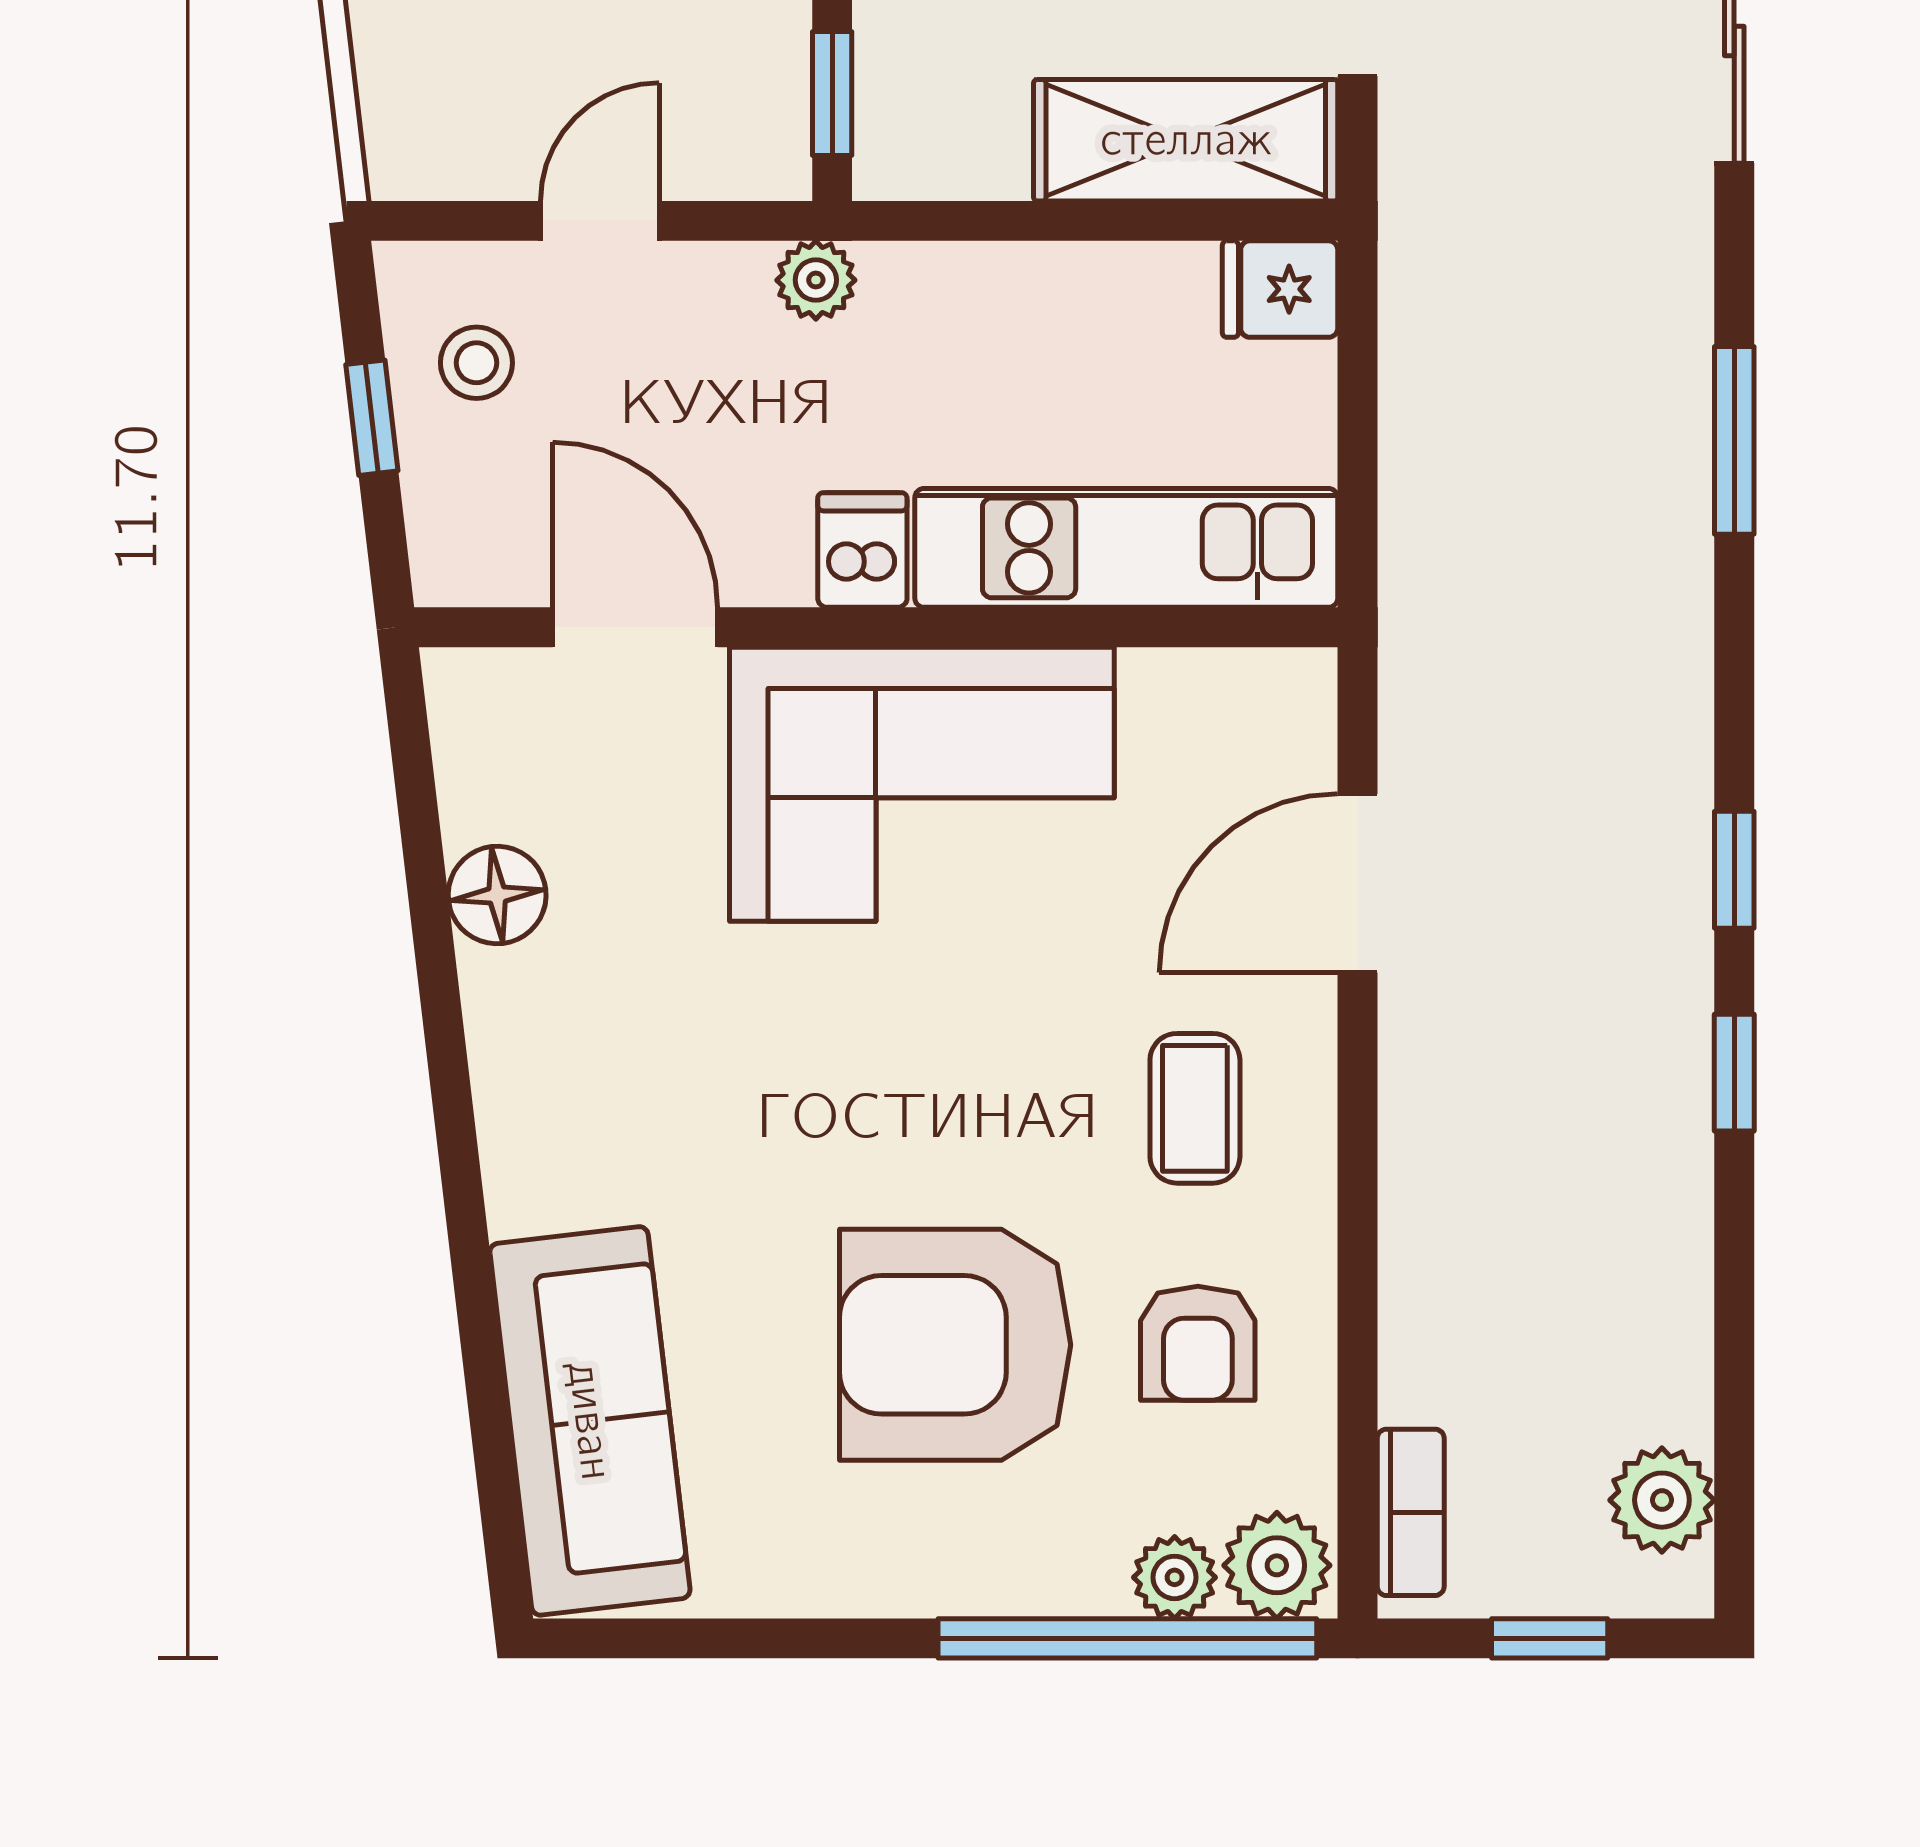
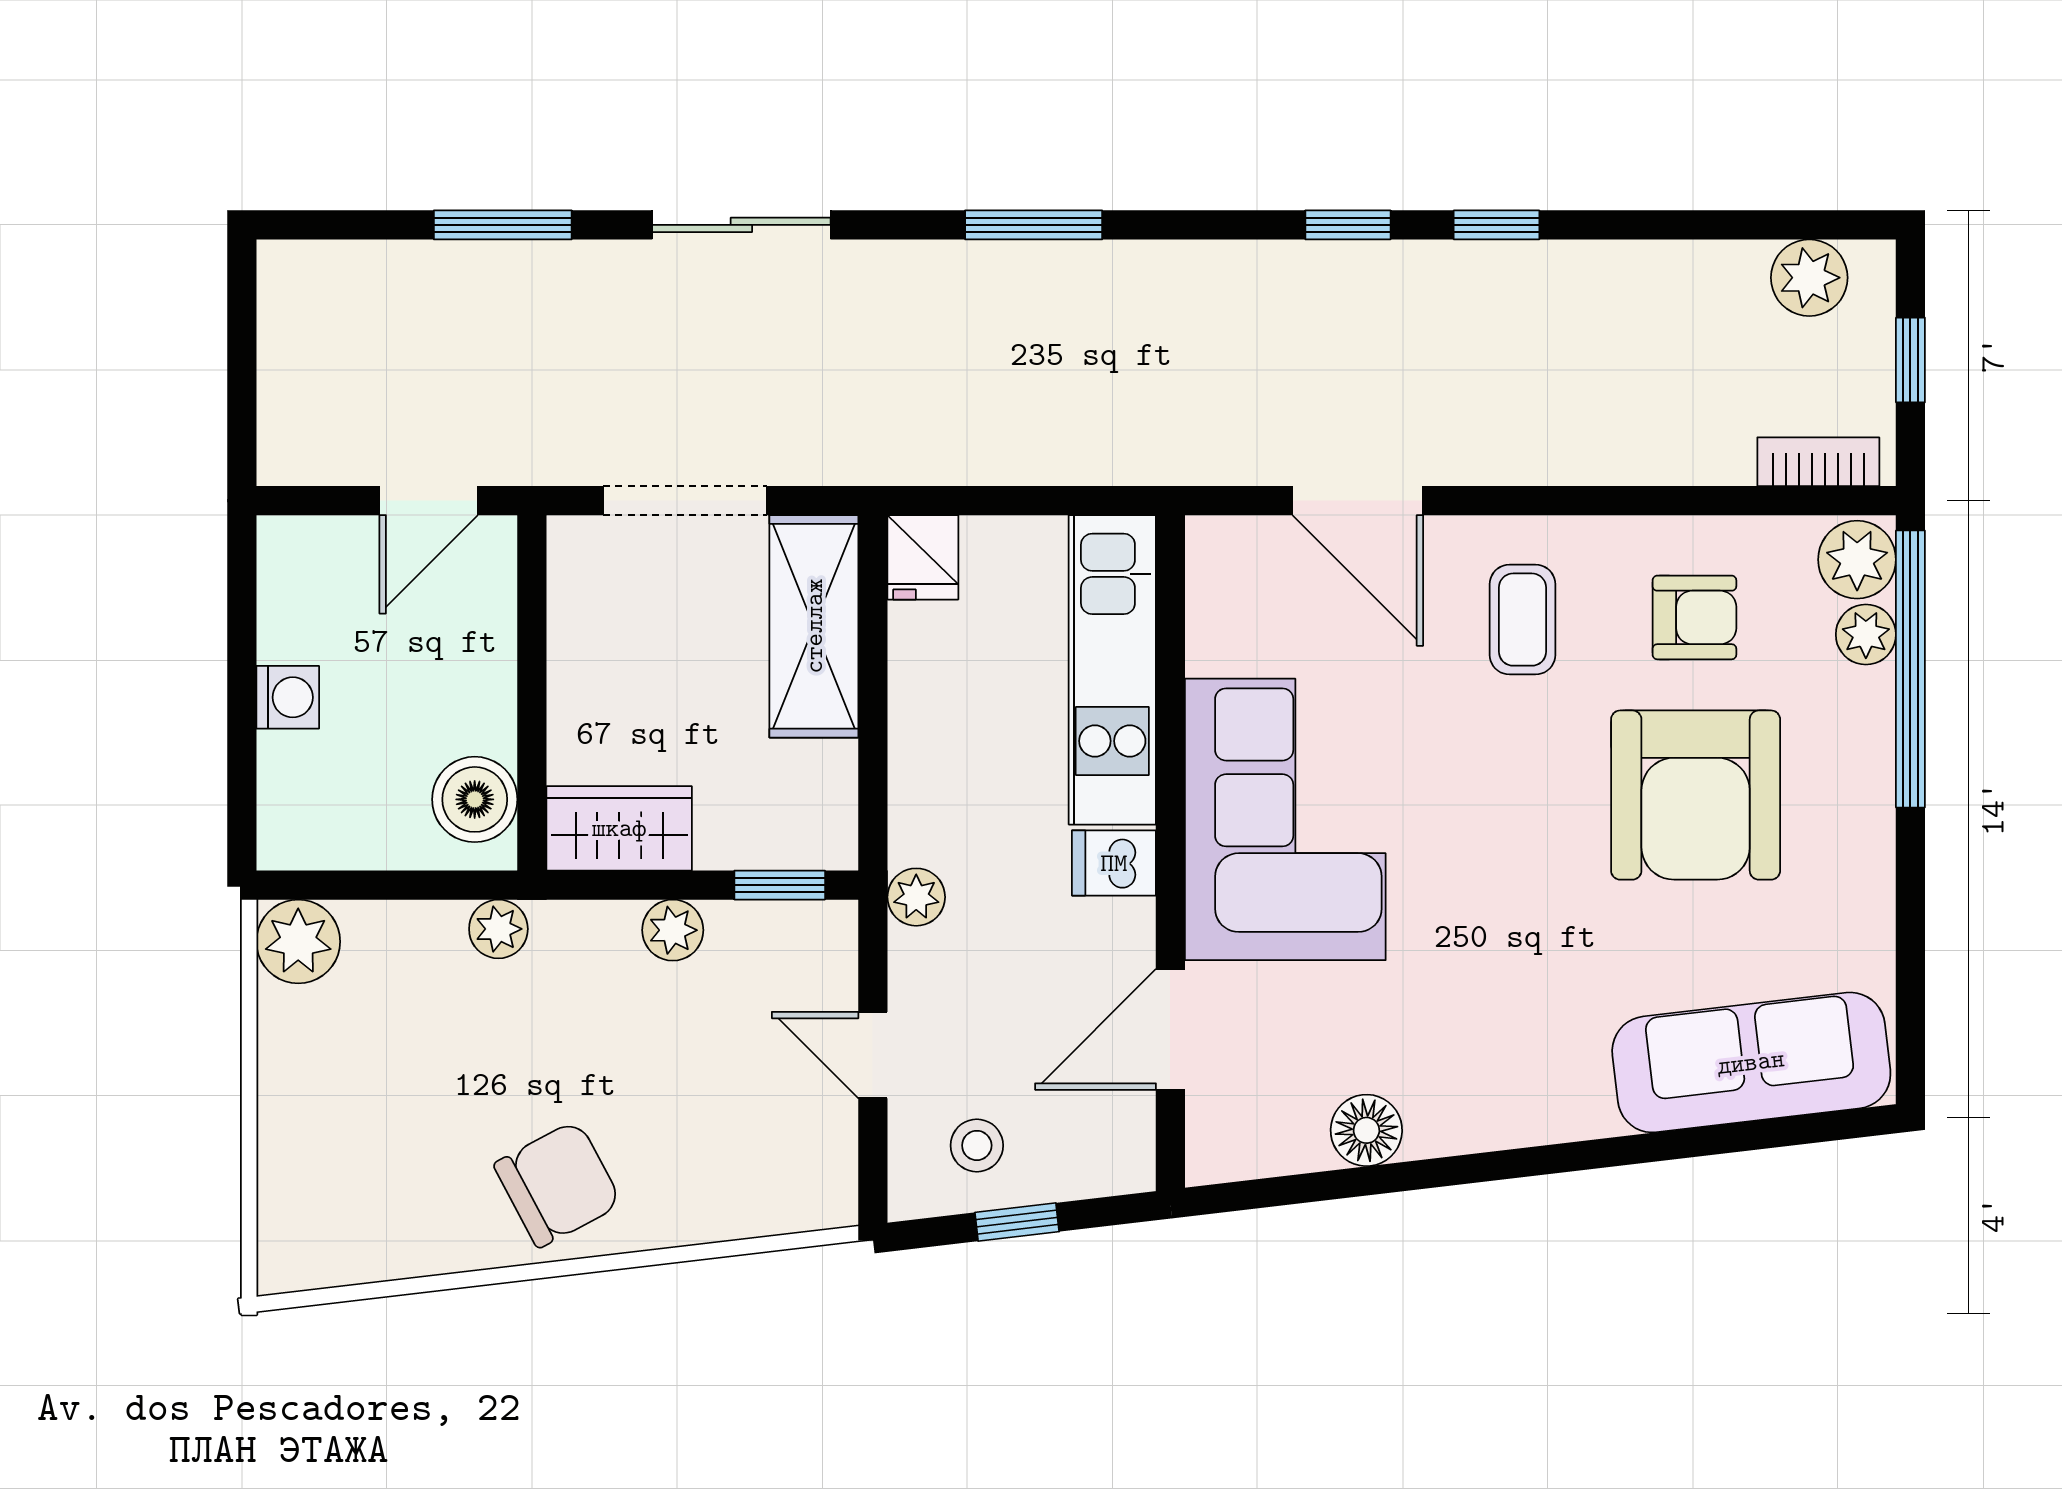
coffee table: (1195, 1108) -> (1522, 620), turned 90

